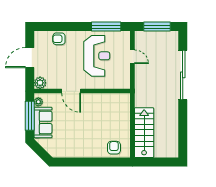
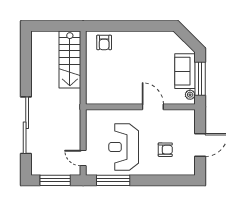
armchair: (59, 39) -> (165, 150), moved
door: (132, 57) -> (83, 158), moved
plant: (40, 83) -> (188, 116), removed

